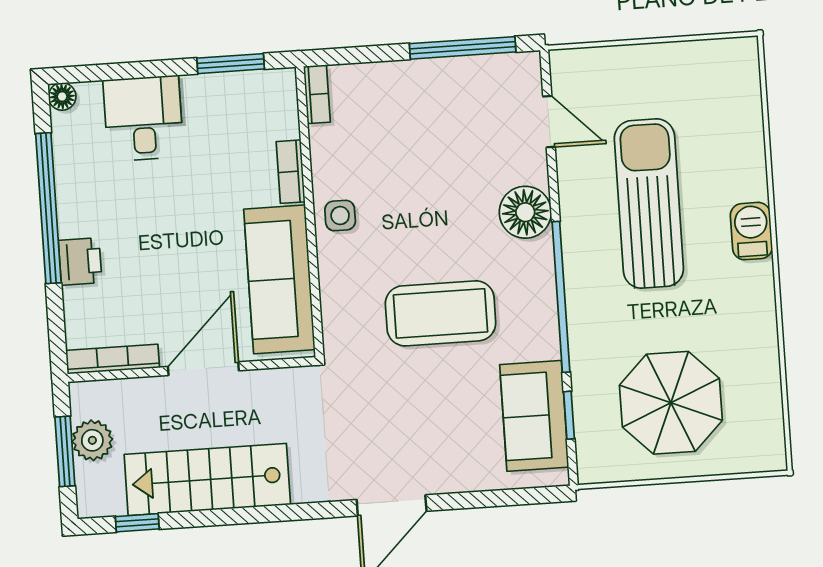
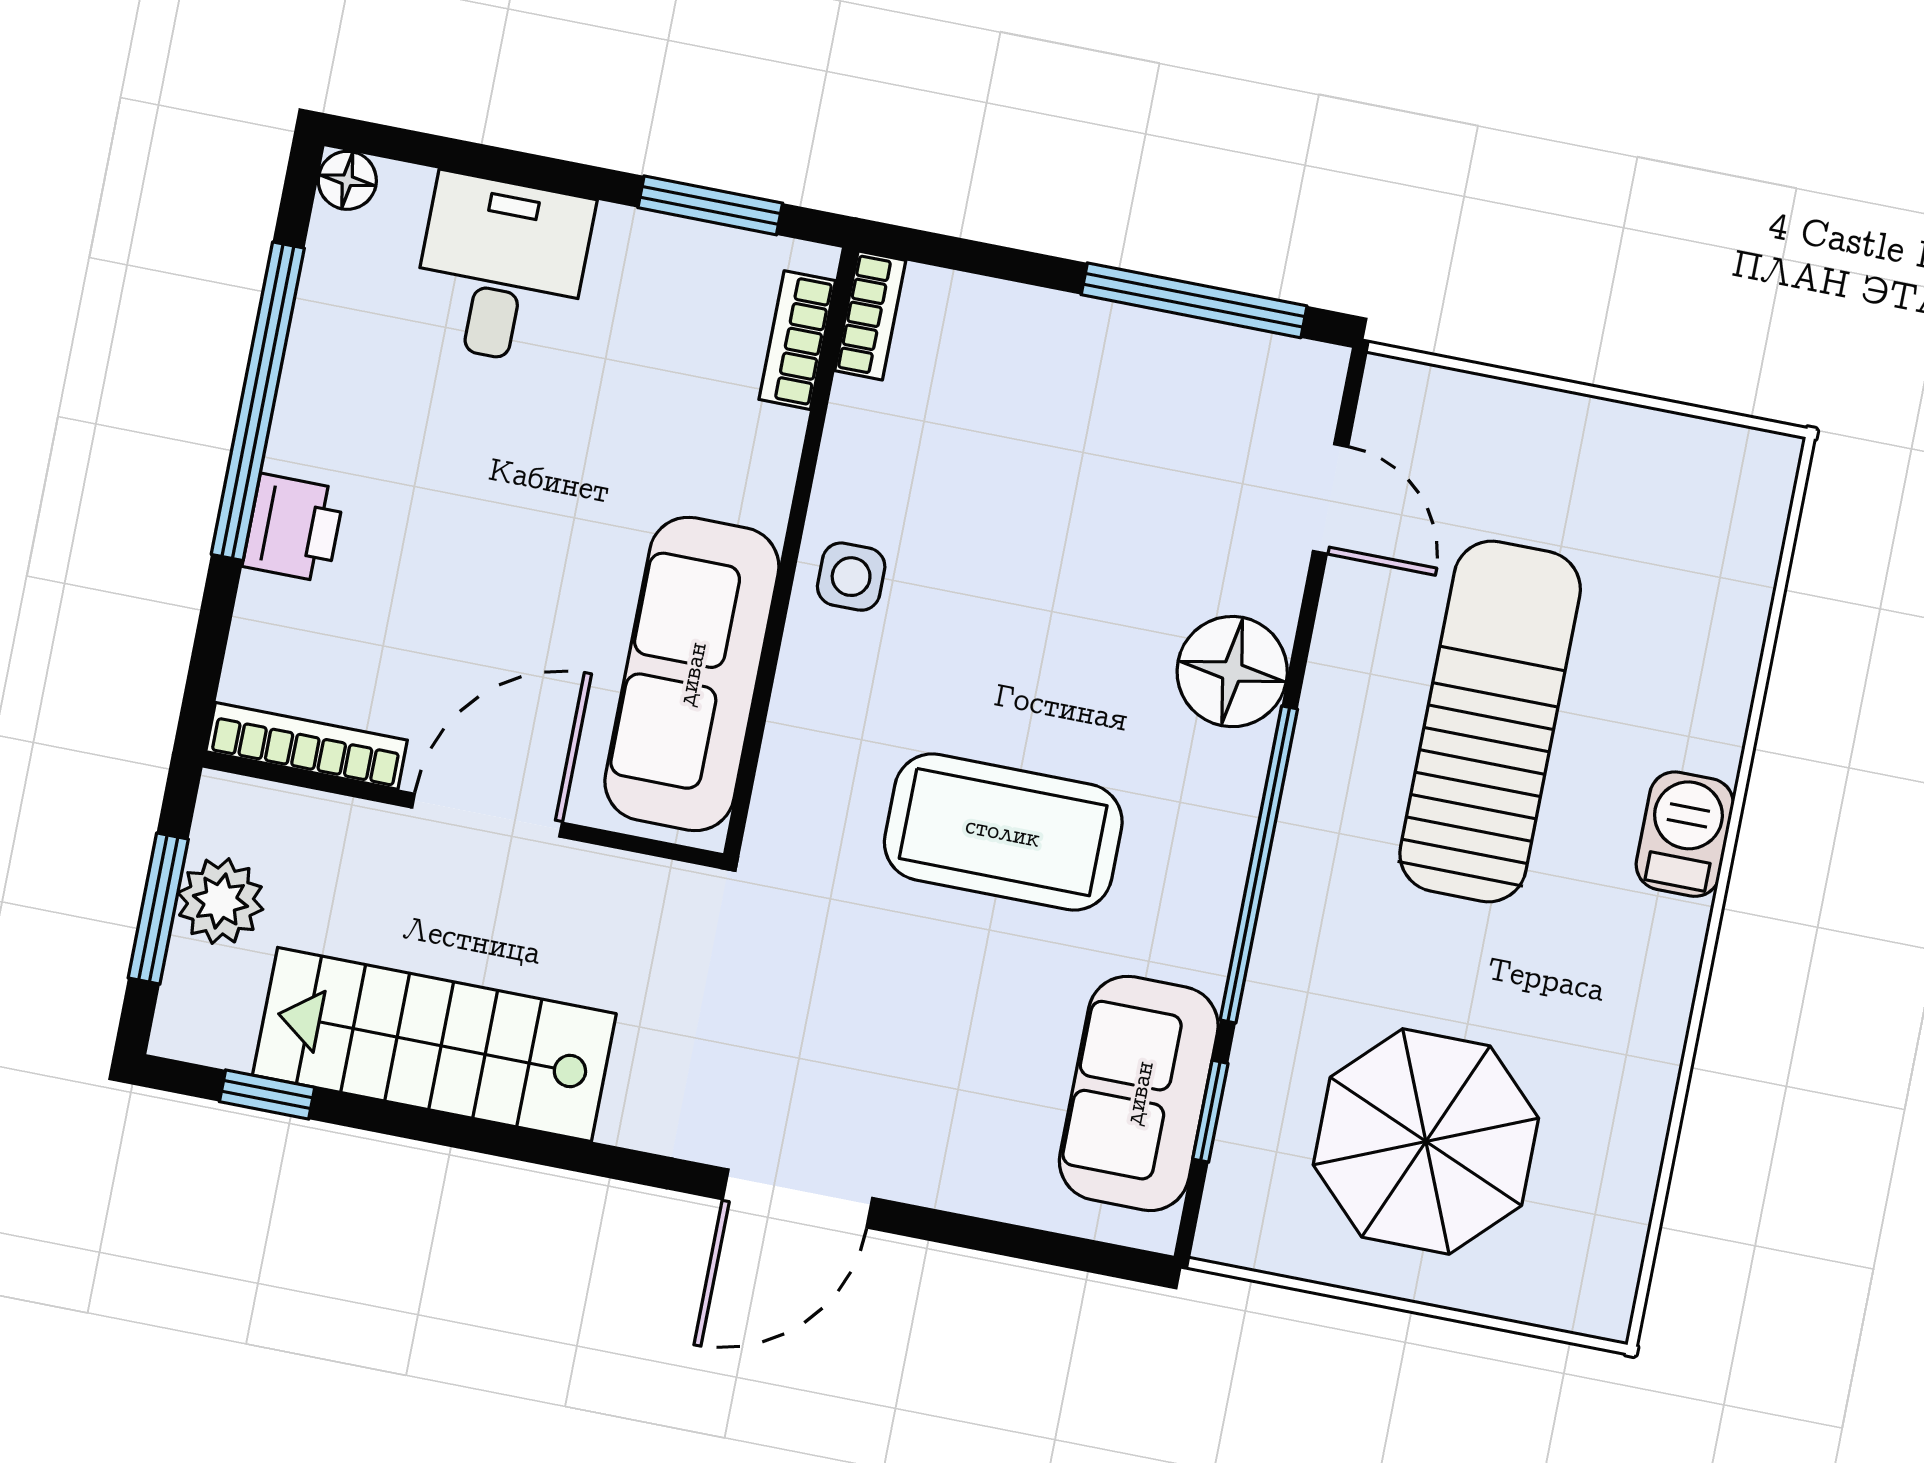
bookcase: (291, 172) -> (797, 340), moved

